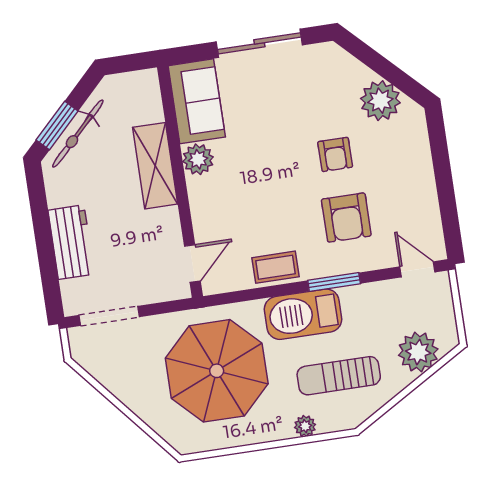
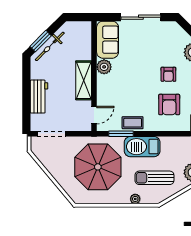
shelving: (155, 166) -> (84, 80), moved
window: (334, 282) -> (121, 134), moved

